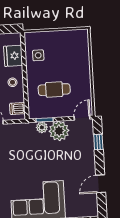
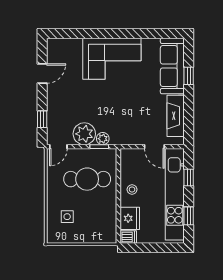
side table: (38, 55) -> (67, 217), moved
cafe table: (54, 90) -> (87, 179), width x1.37, depth x1.35
dishwasher: (17, 109) -> (128, 237), moved

